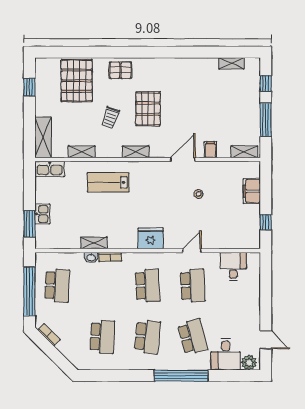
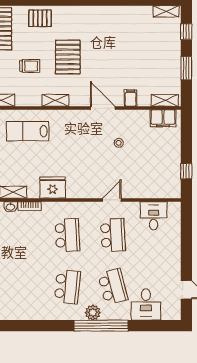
shelving: (231, 63) -> (166, 11), moved
trolley: (110, 118) -> (30, 66), turned -109
window: (266, 120) -> (186, 68), width x0.69
door: (183, 159) -> (103, 108), hinge flipped
filing cabinet: (252, 191) -> (163, 118), moved, turned -90
fridge: (151, 238) -> (53, 188), moved
school desk: (102, 337) -> (22, 287), removed
plant: (249, 362) -> (93, 313), moved

